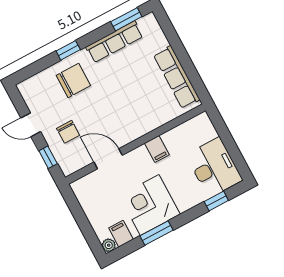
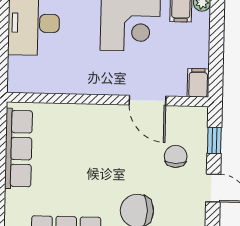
filing cabinet: (157, 149) -> (198, 83), moved

